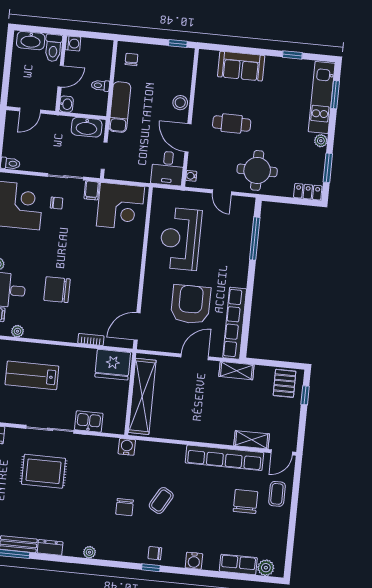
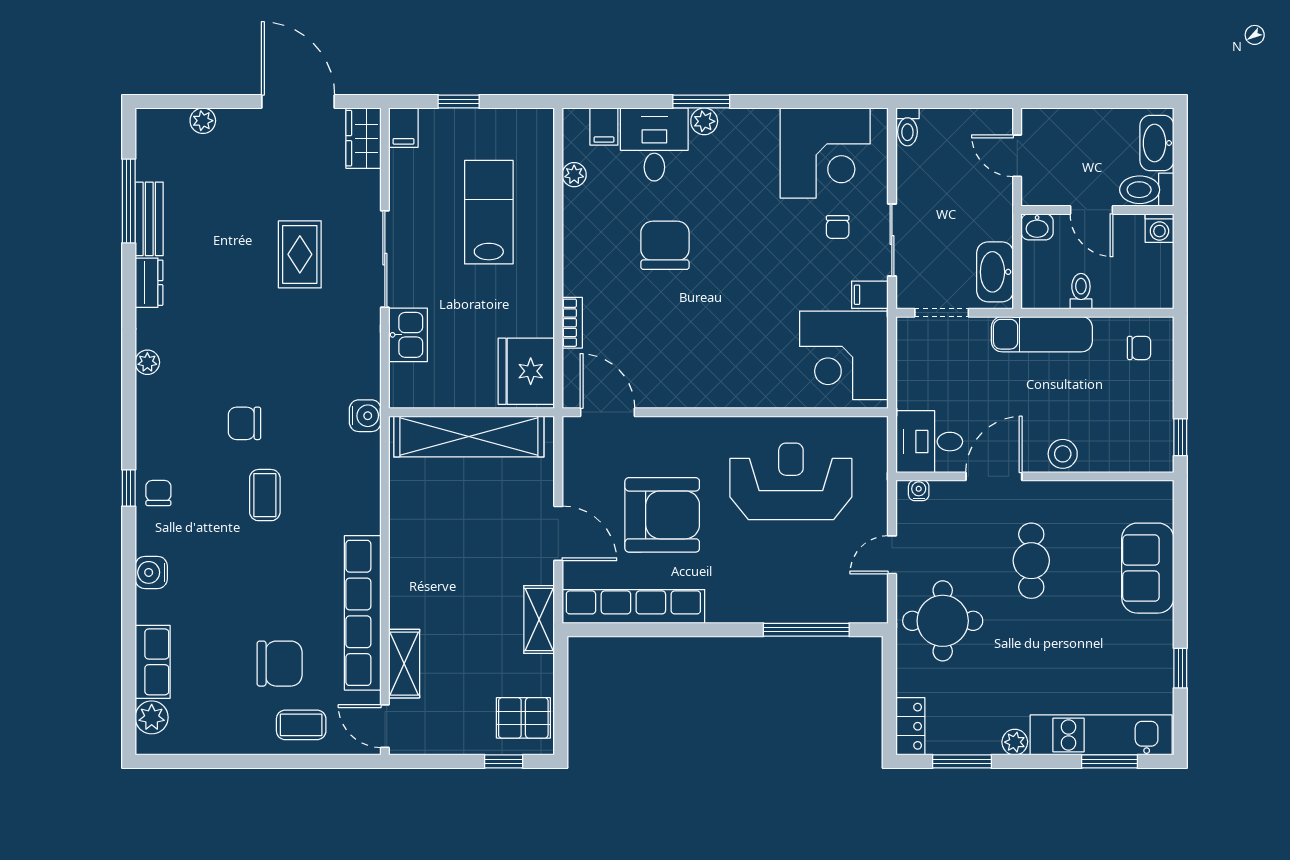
rug: (43, 471) -> (300, 254), width x0.73, depth x0.70
coffee table: (161, 501) -> (265, 495), turned 60

